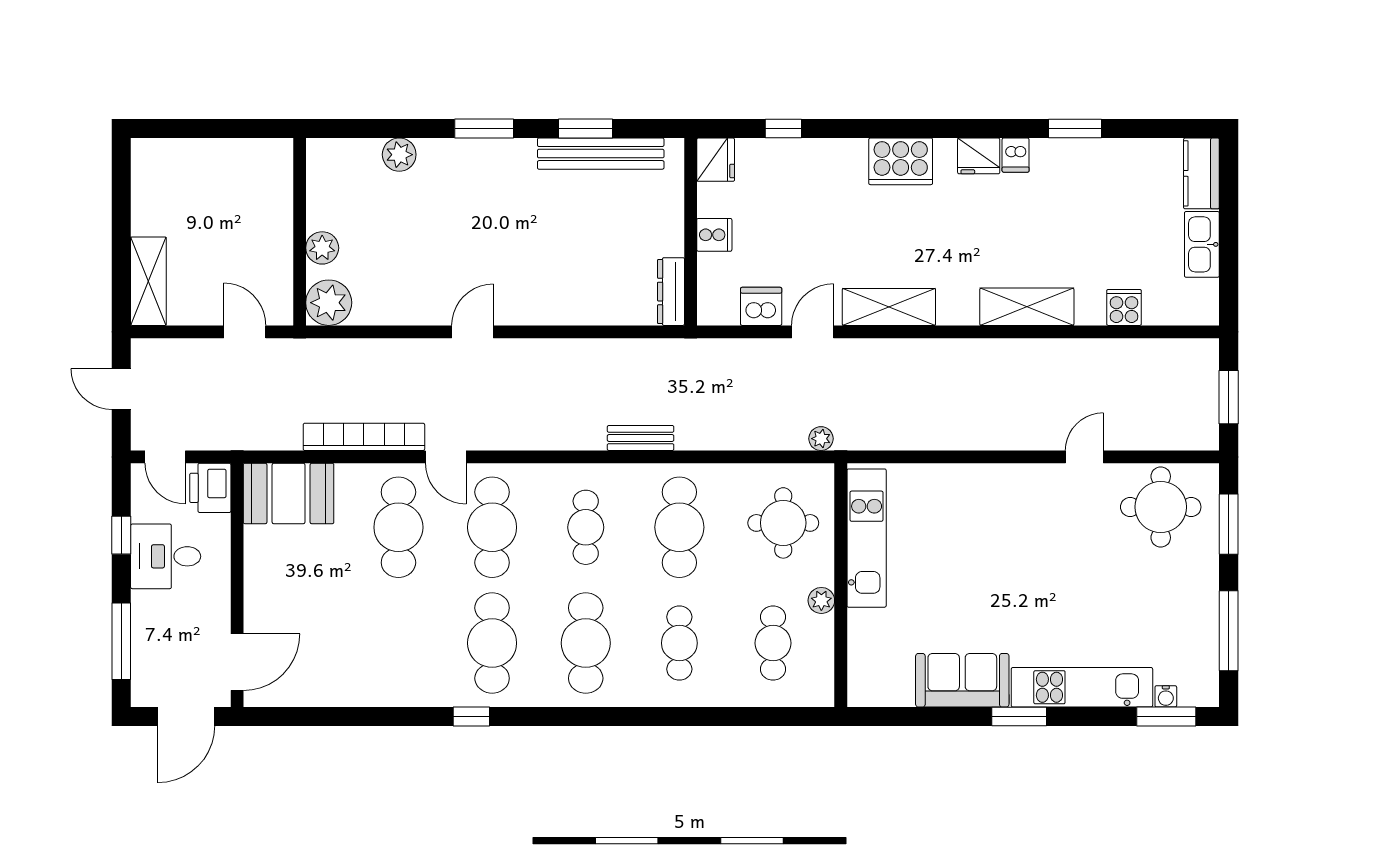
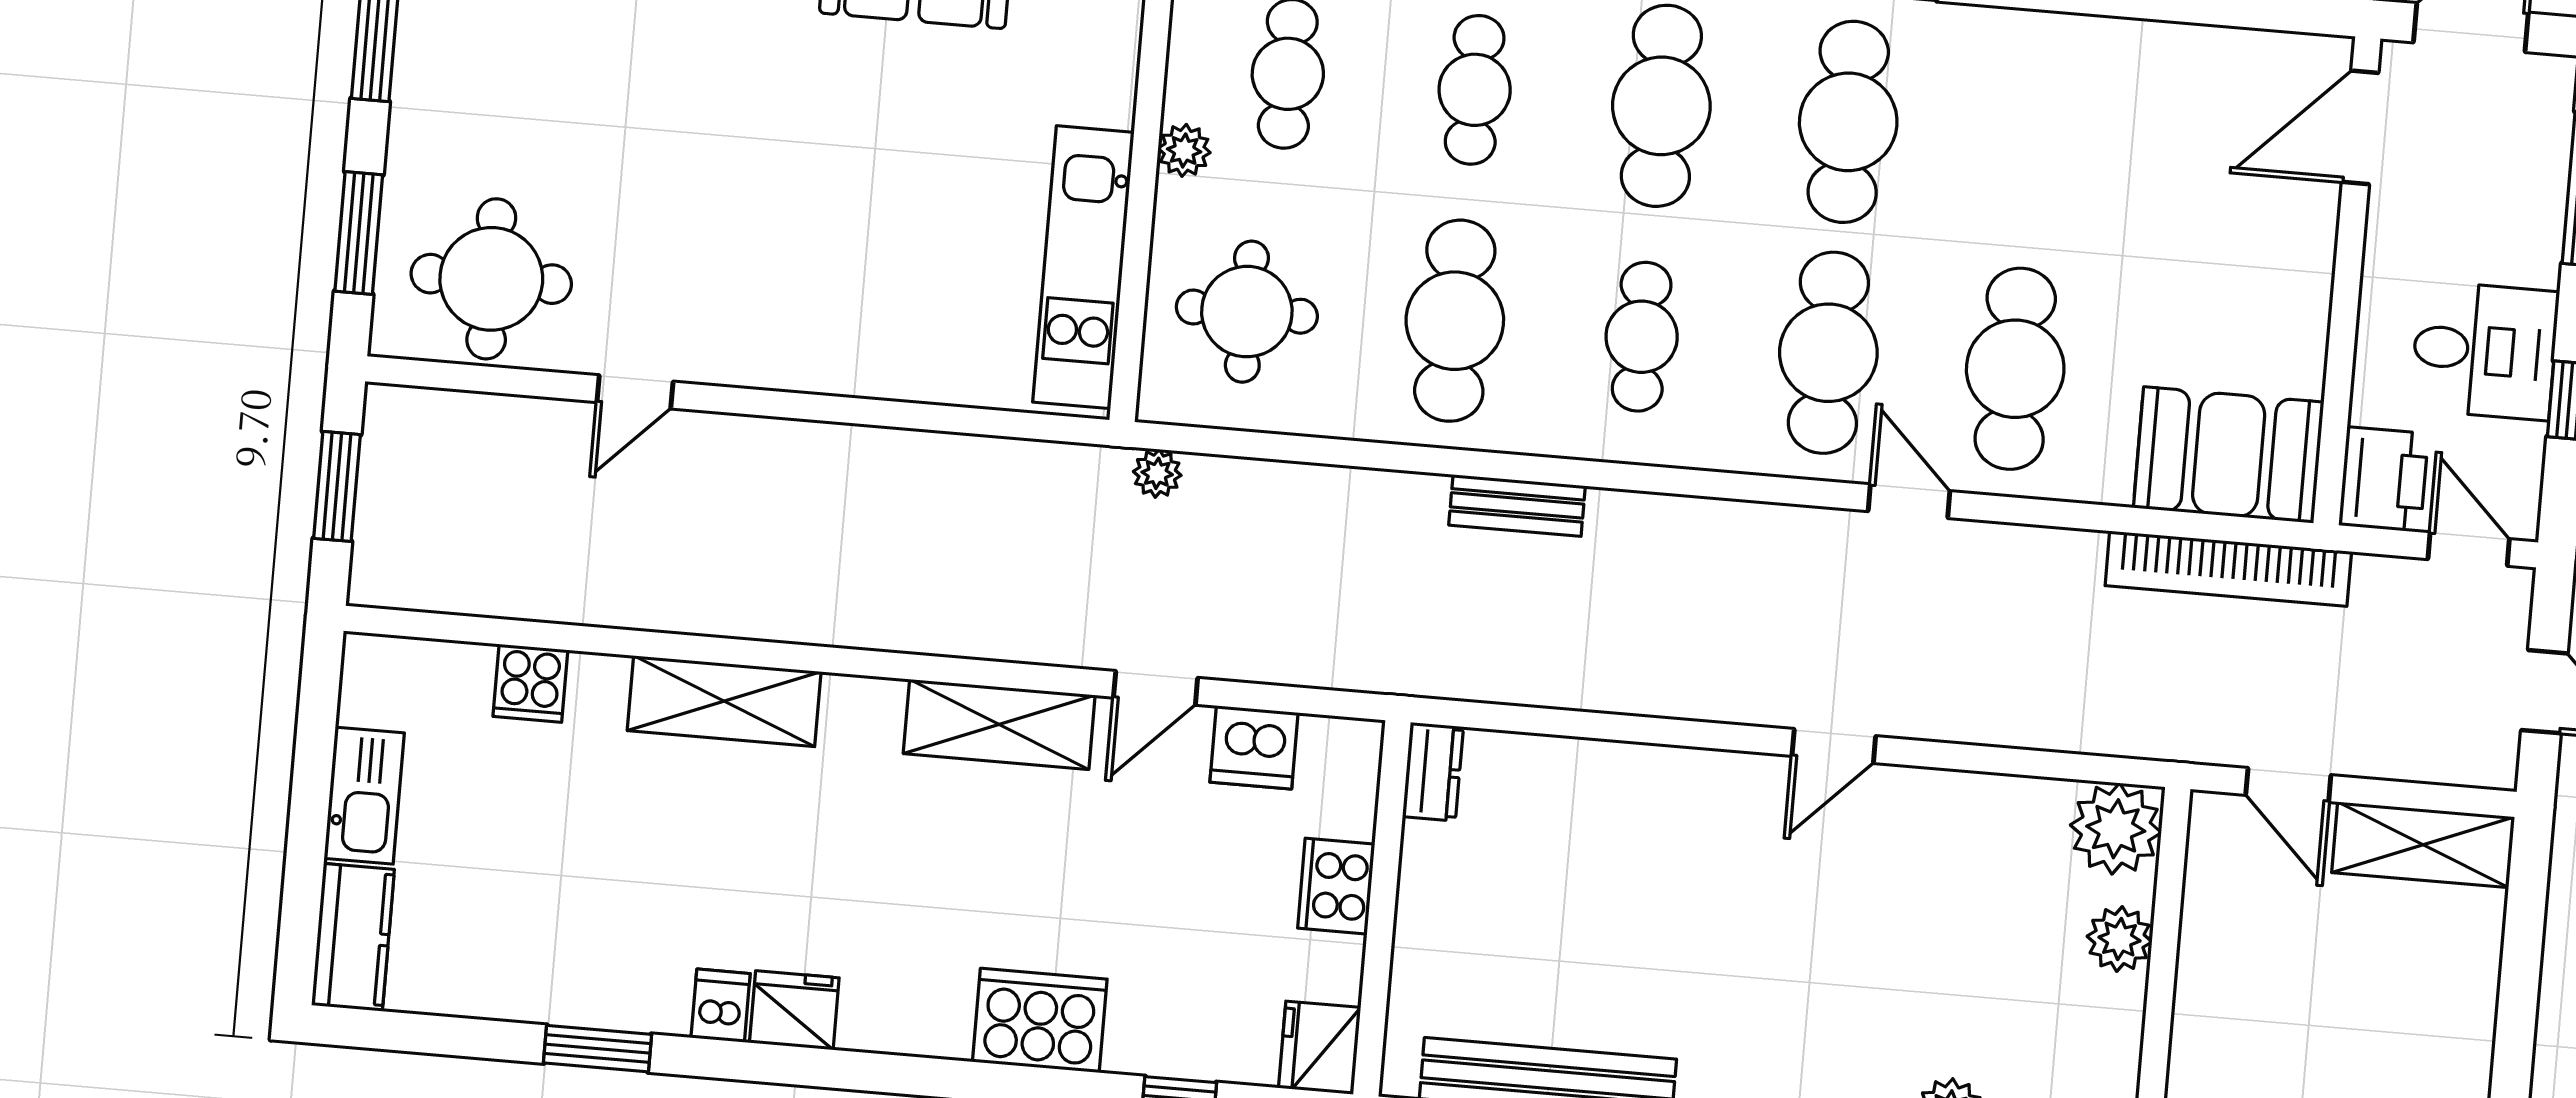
cooker: (901, 161) -> (1040, 1020), moved
cooker: (714, 235) -> (1336, 886), width x1.36
shelving: (148, 281) -> (2423, 845), moved, turned 90
dresser: (671, 292) -> (1433, 772), width x0.70
bookcase: (364, 437) -> (2228, 569), moved

